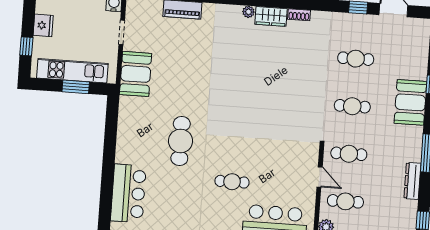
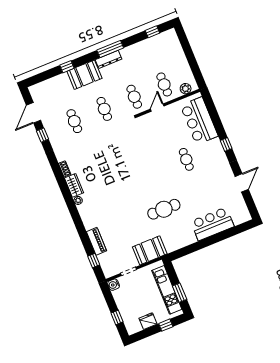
window: (76, 87) -> (180, 293), moved
cafe table: (181, 141) -> (164, 209), moved
dresser: (412, 181) -> (109, 59), moved
bar counter: (128, 193) -> (212, 224), moved

